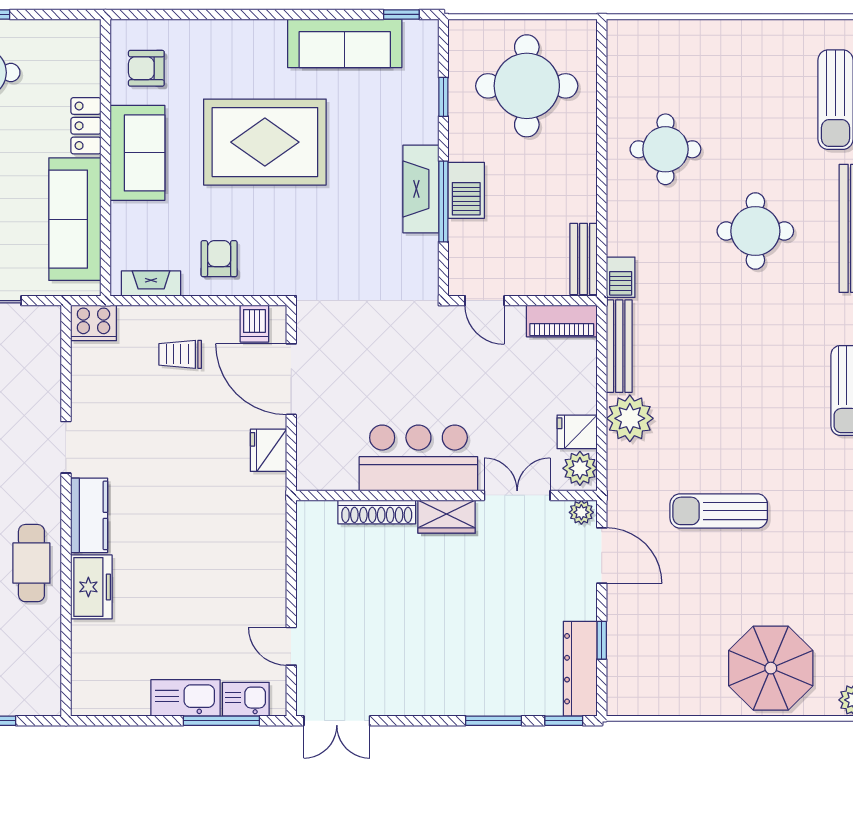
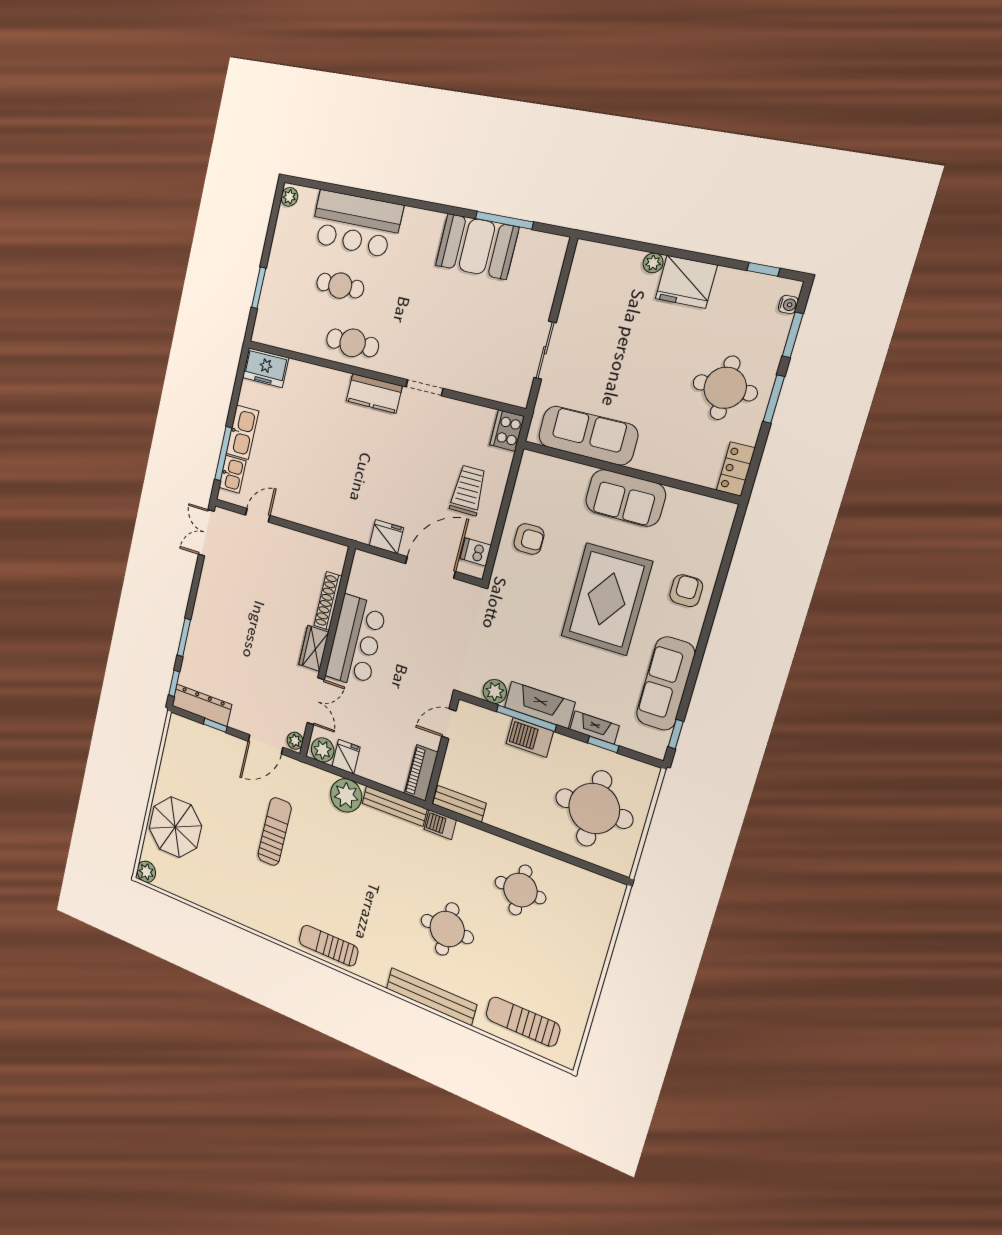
armchair: (146, 68) -> (686, 591), moved
locker: (86, 126) -> (736, 469), moved, turned -90
plant: (423, 251) -> (495, 691), added
fireplace: (151, 283) -> (594, 727), moved, turned -90
trolley: (180, 354) -> (468, 490), width x1.36, depth x1.39
freezer: (91, 587) -> (266, 368), moved

